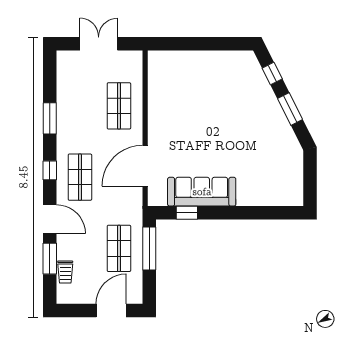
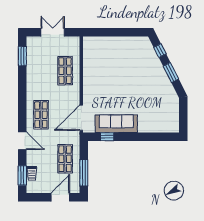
window: (50, 118) -> (22, 56), moved
door: (145, 166) -> (81, 118), moved
window: (50, 170) -> (22, 111), removed
window: (149, 248) -> (84, 173), moved
window: (50, 259) -> (22, 175), moved

